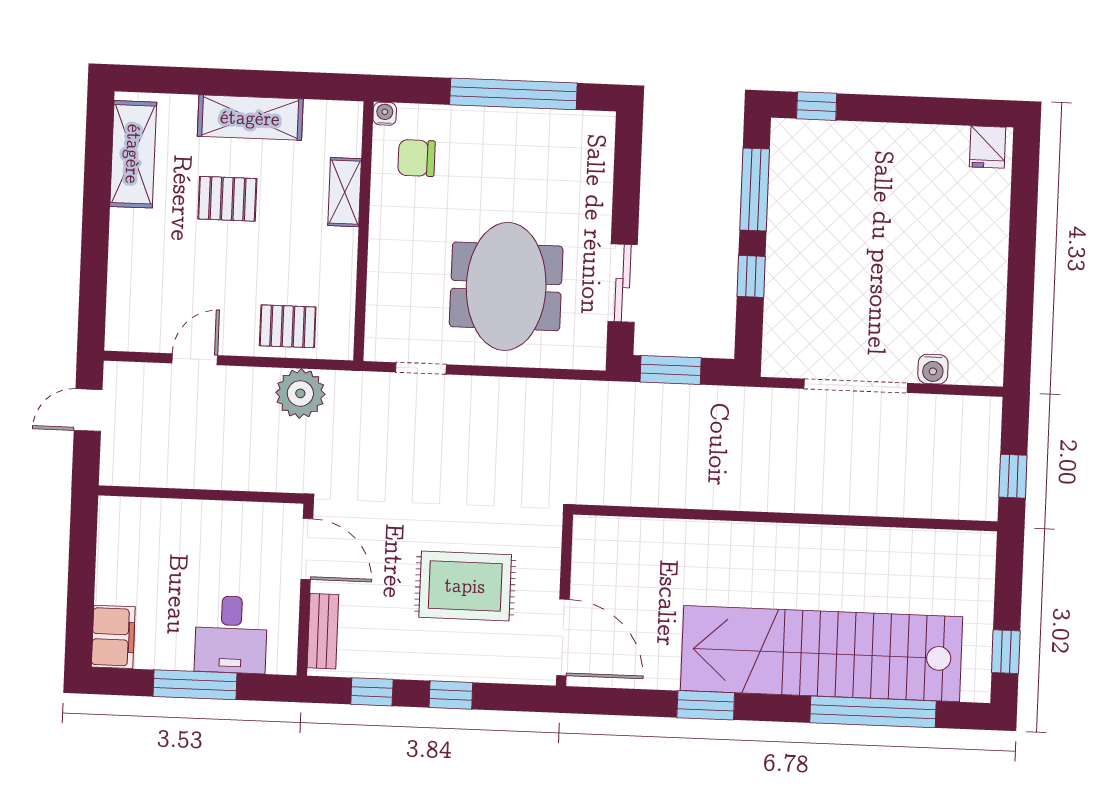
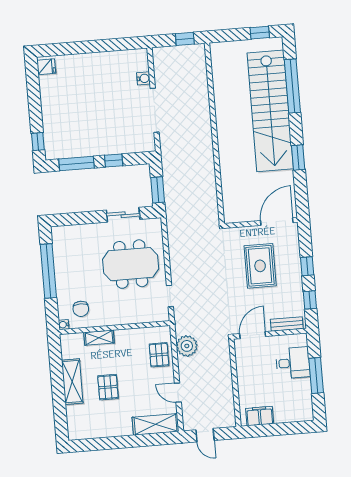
shelving: (133, 154) -> (155, 424), moved
filing cabinet: (113, 637) -> (260, 416), moved

